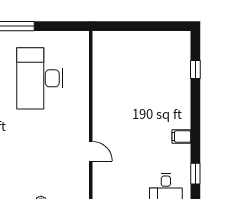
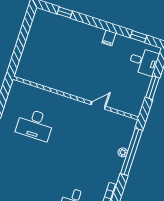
desk: (40, 78) -> (35, 125), width x0.73, depth x0.77

